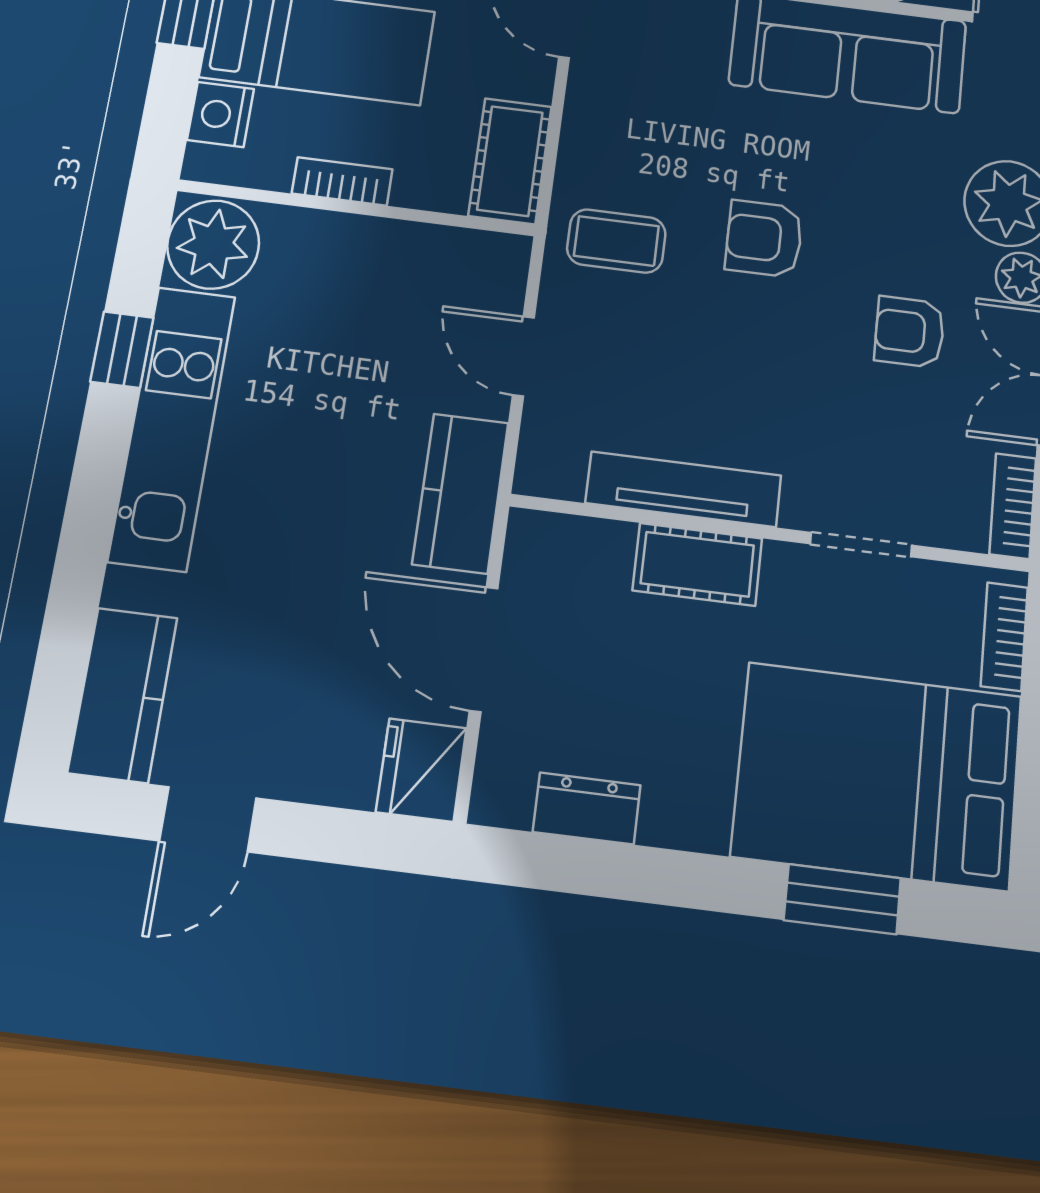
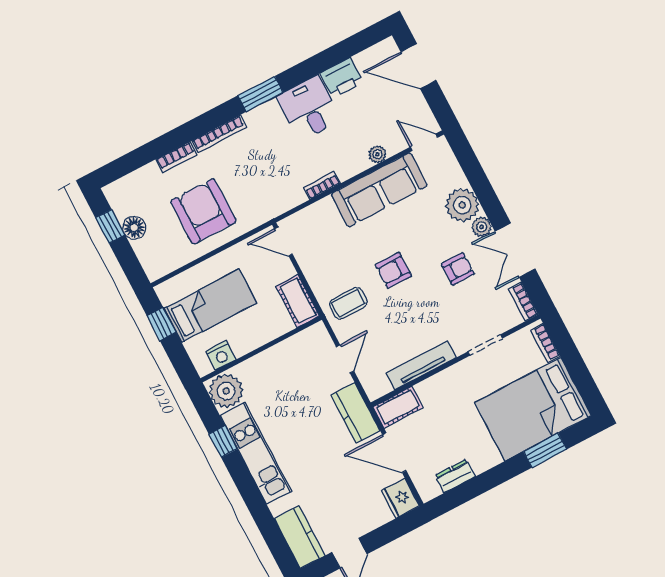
nightstand: (220, 114) -> (221, 355), moved, turned -90
bookcase: (342, 181) -> (251, 344), removed
armchair: (909, 332) -> (458, 269), turned 180
door: (523, 356) -> (345, 359), swing flipped
cot: (697, 564) -> (398, 407), moved

